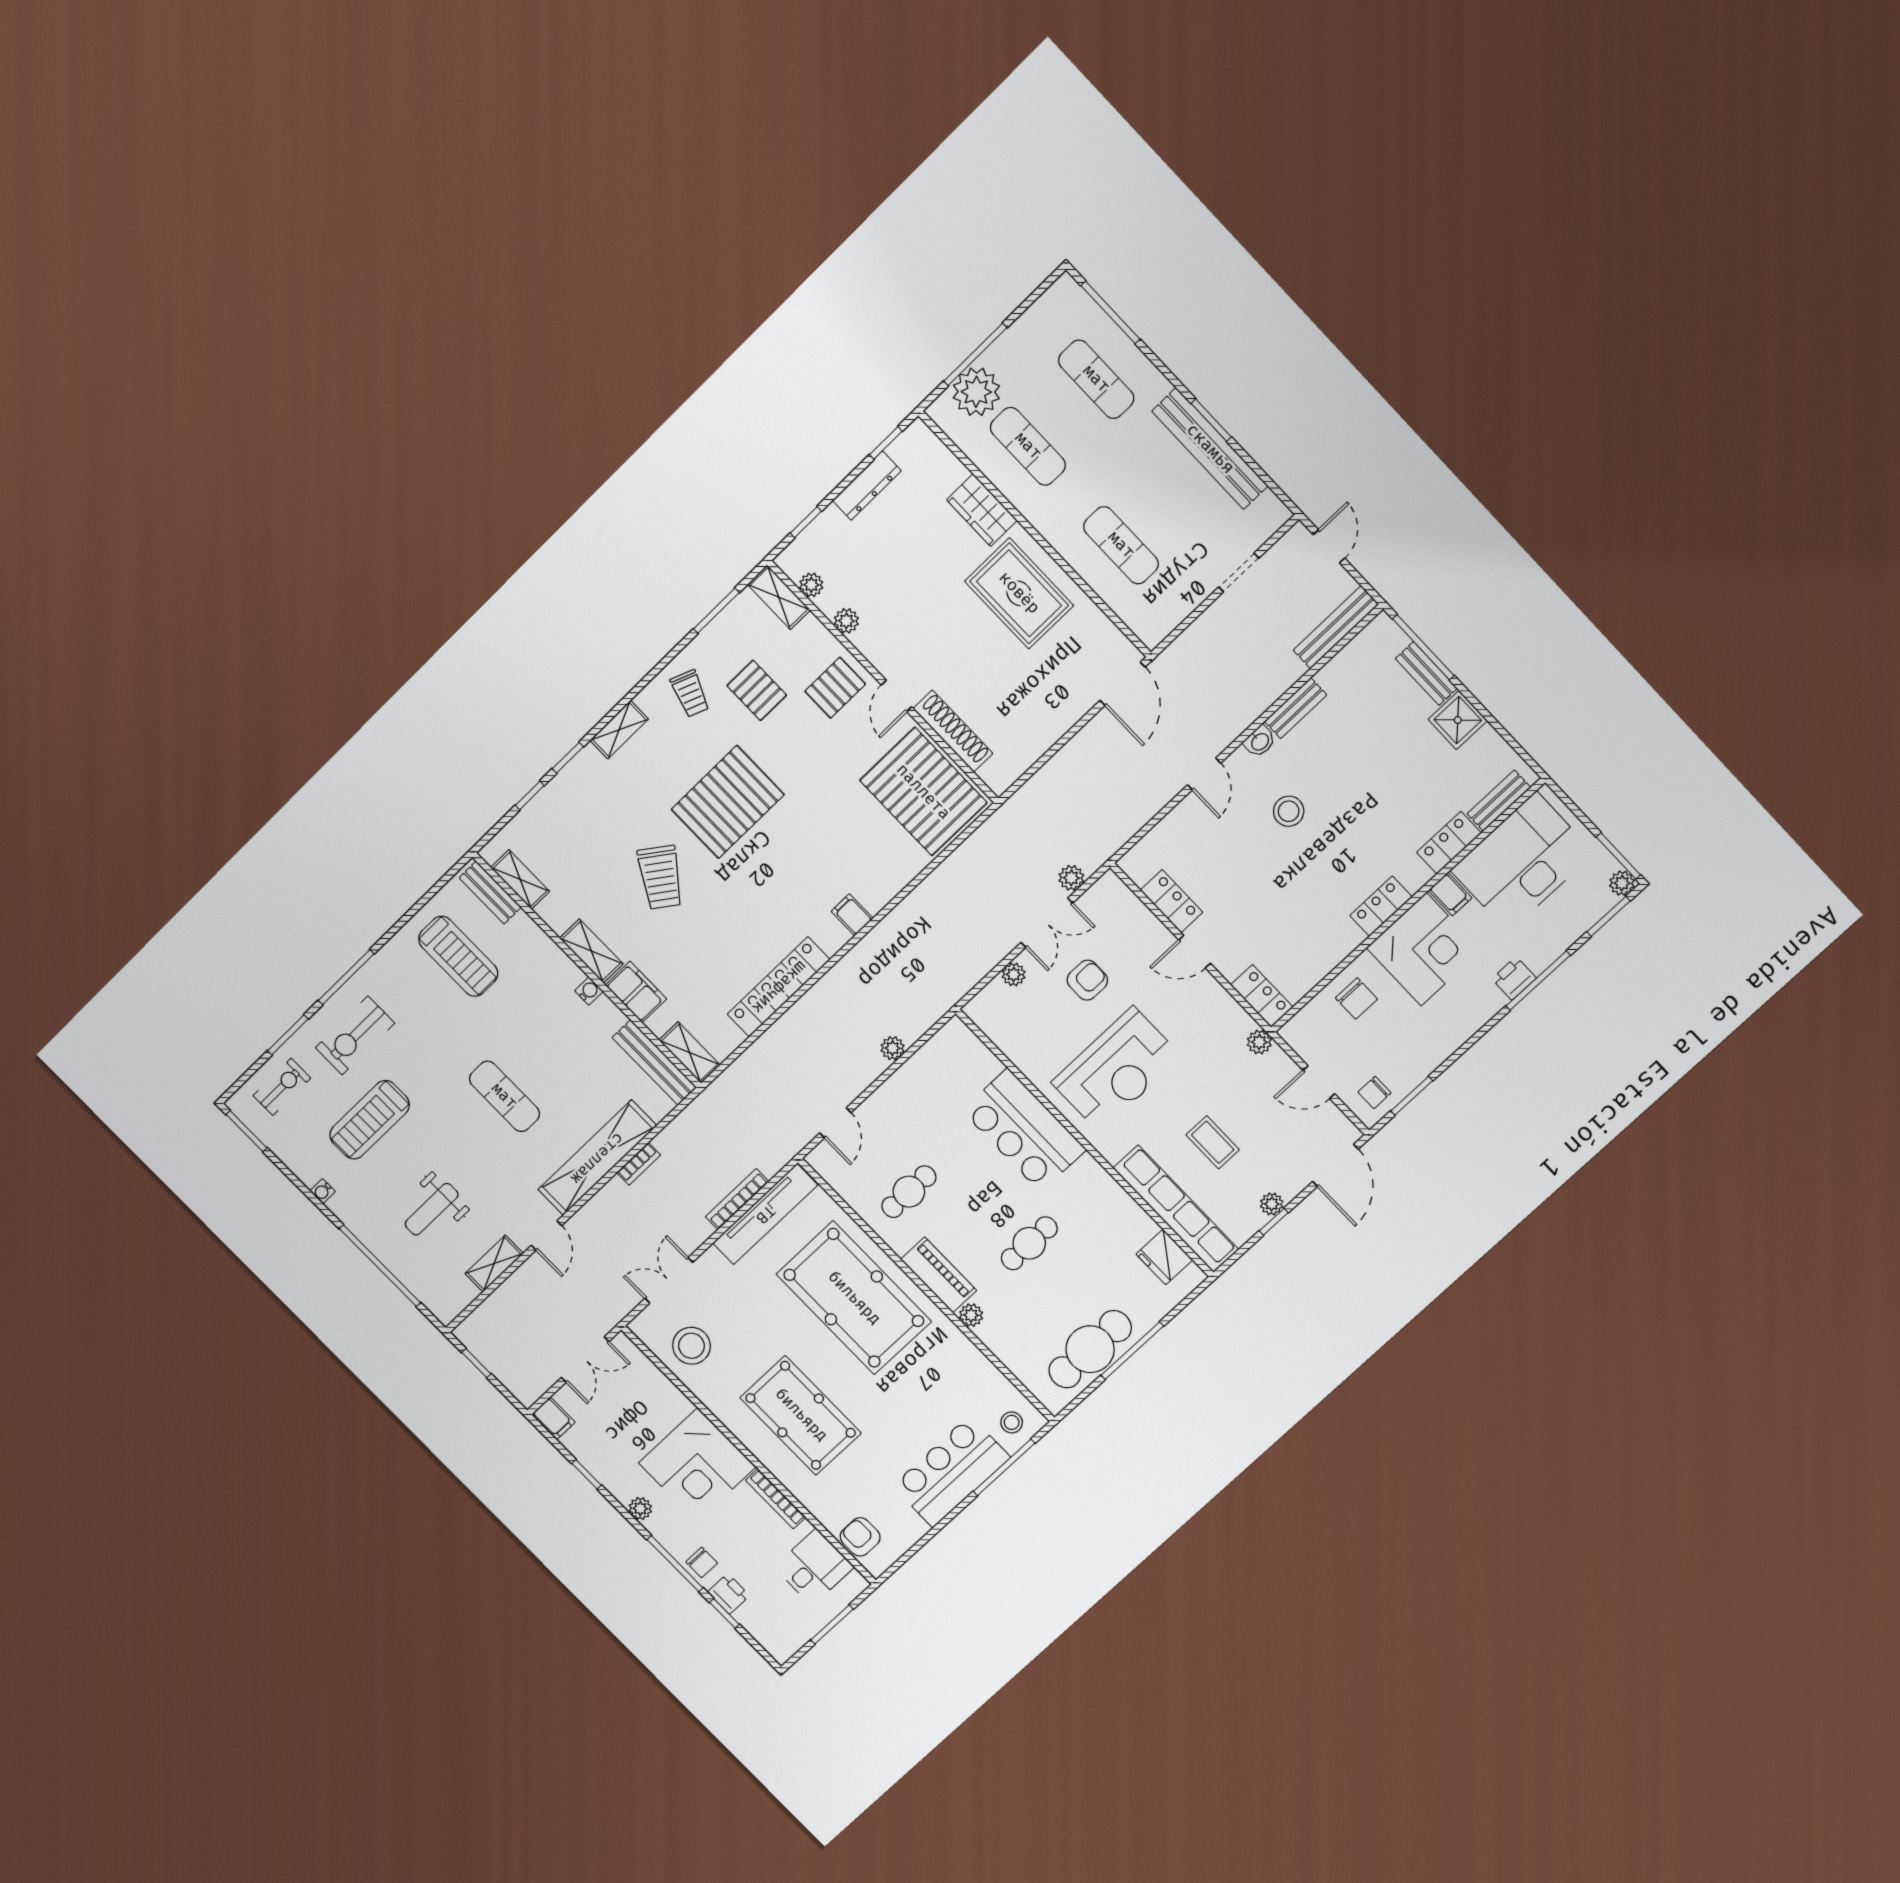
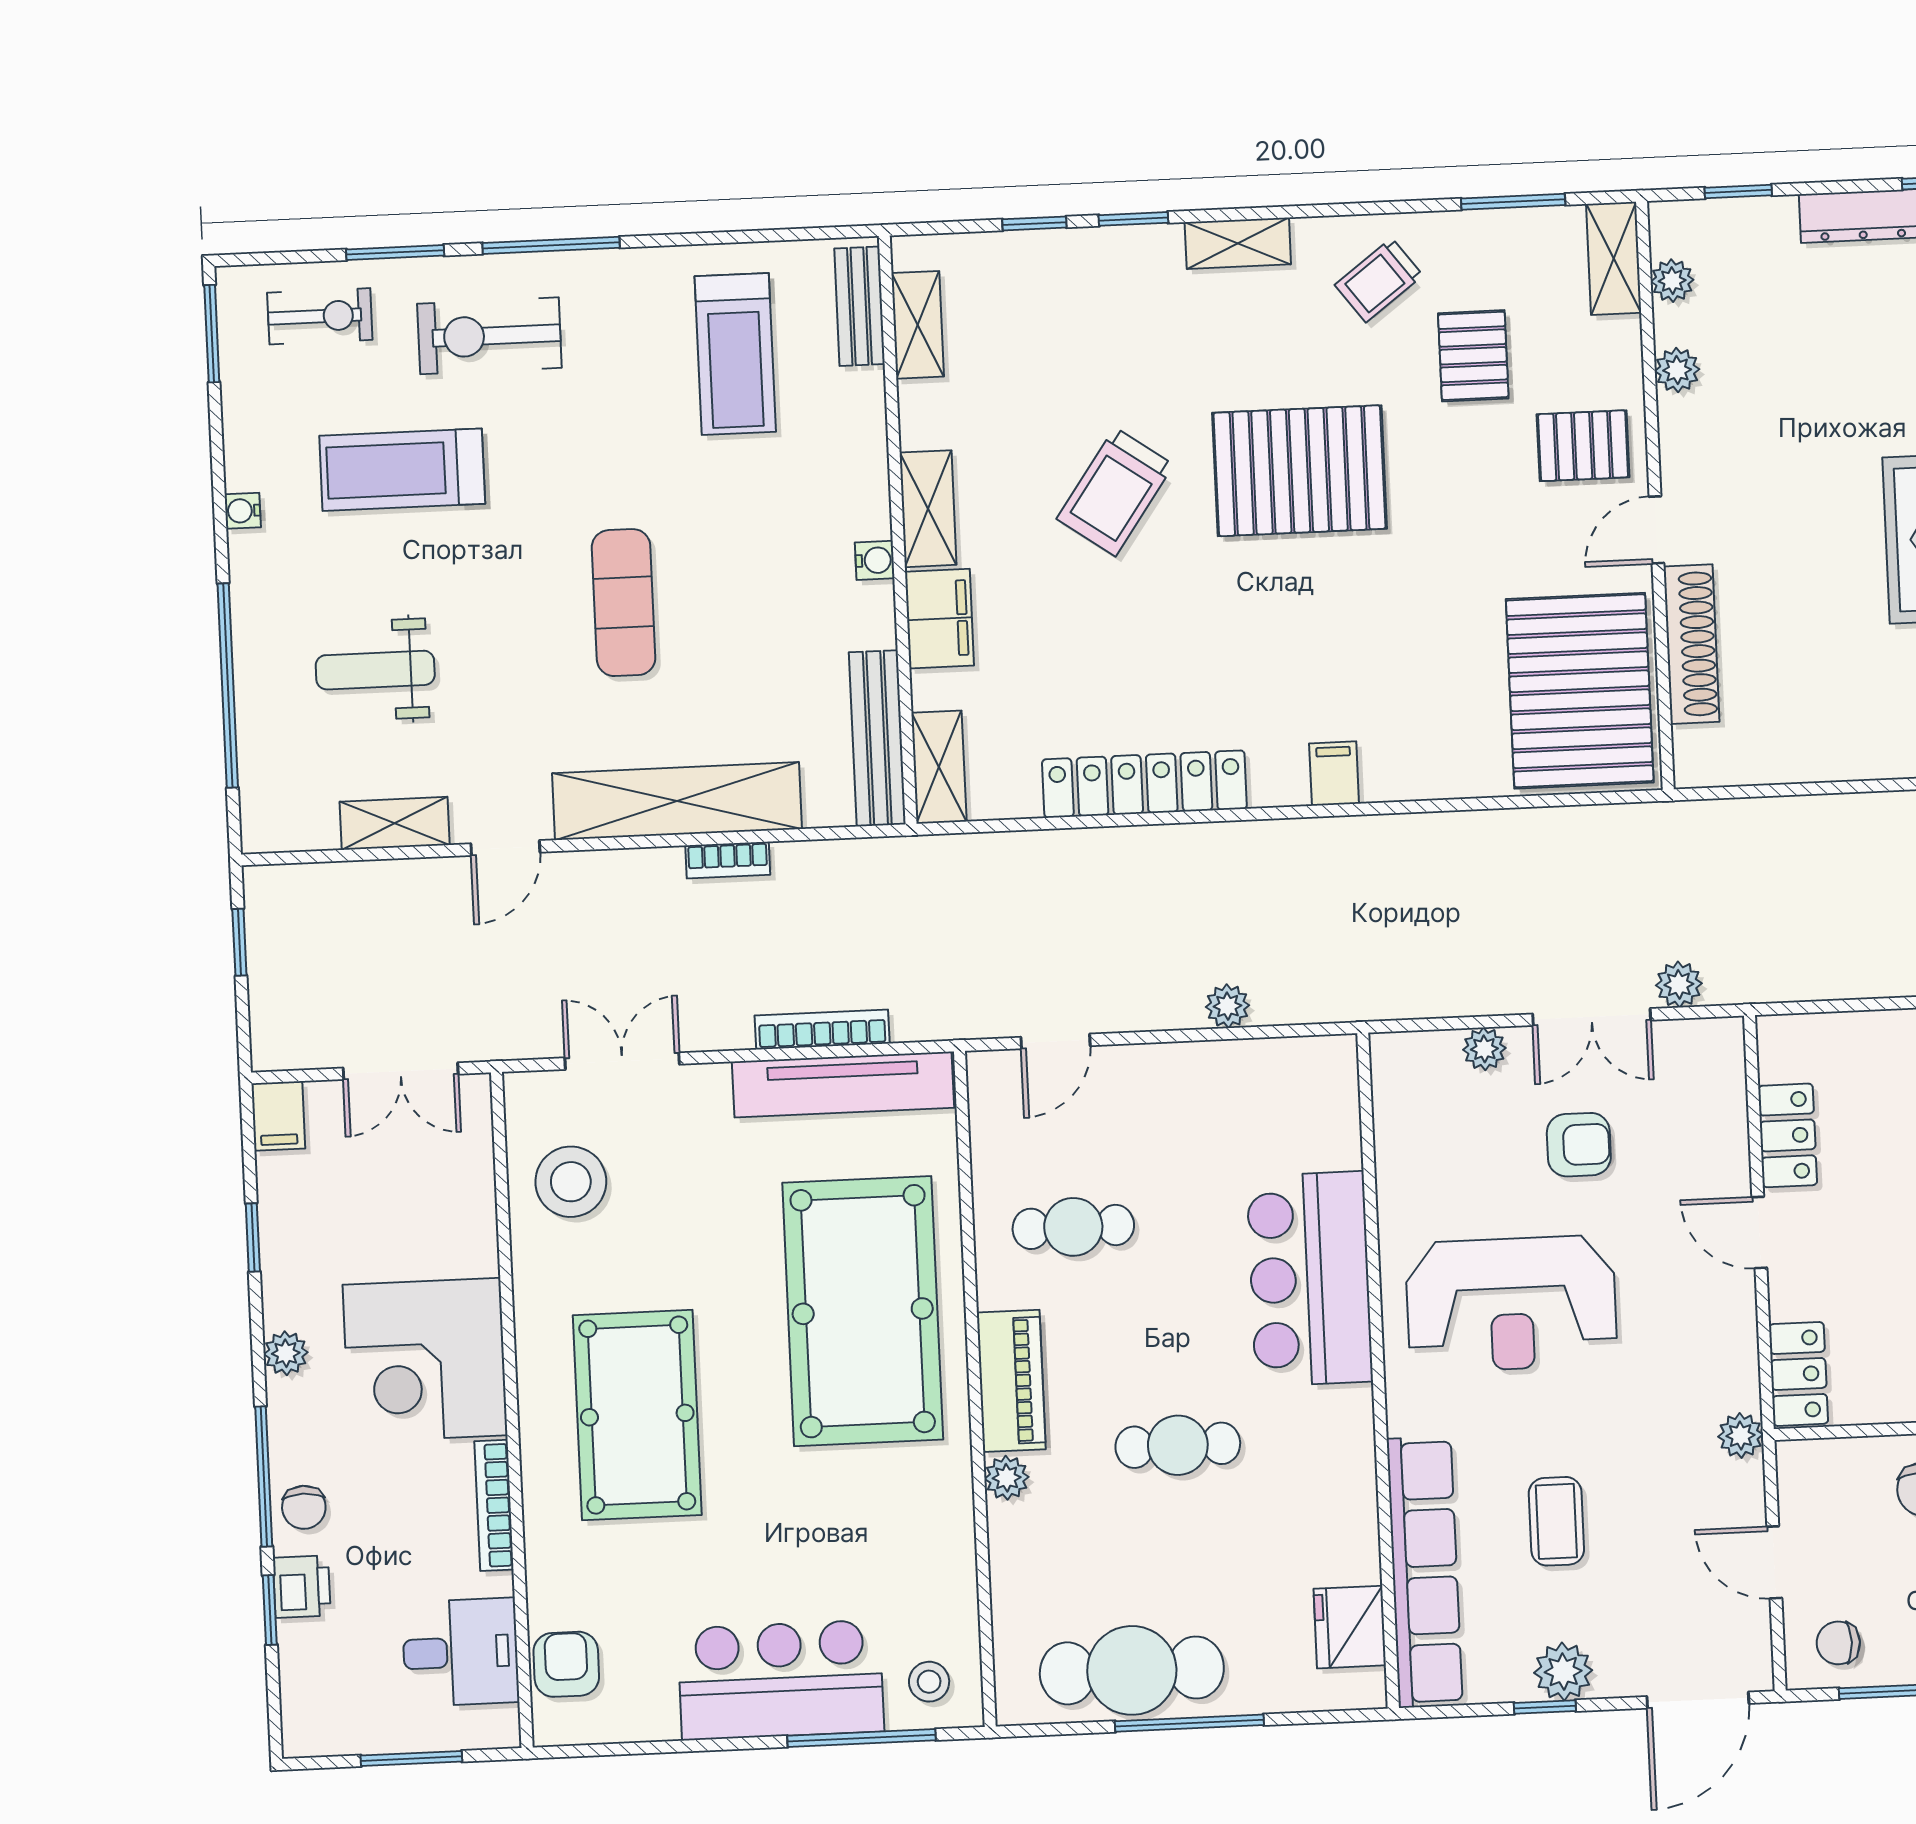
trolley: (690, 693) -> (1379, 280), turned 32
plant: (1272, 1204) -> (1563, 1671), width x1.38, depth x1.38

